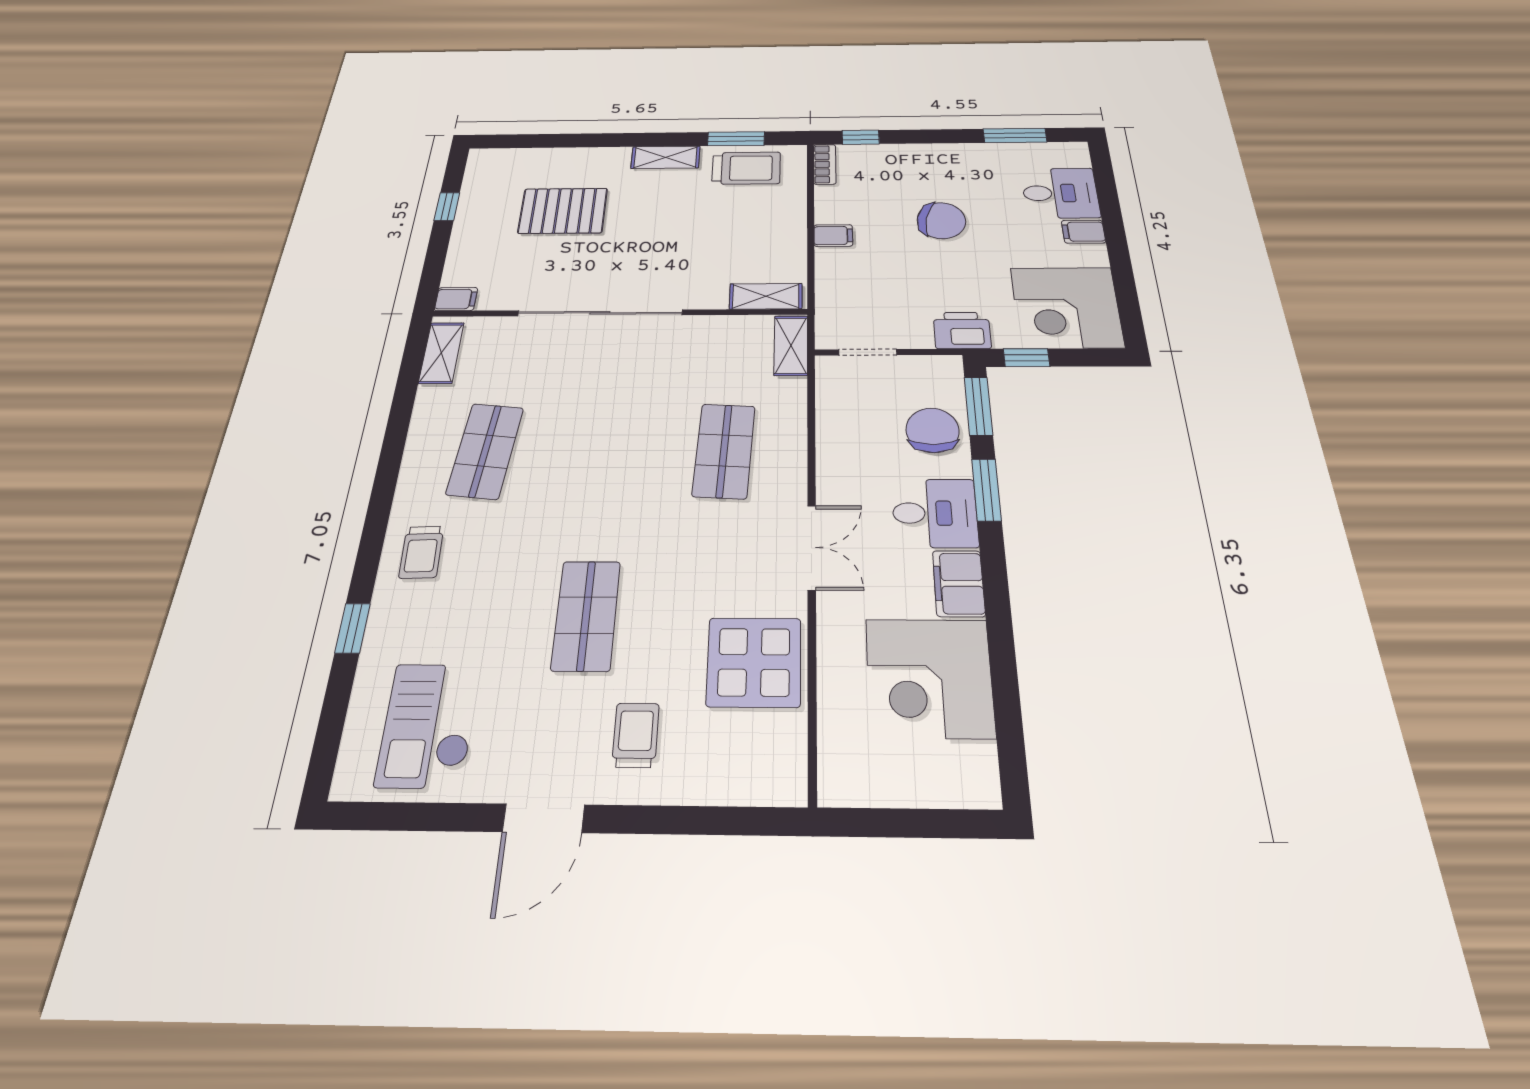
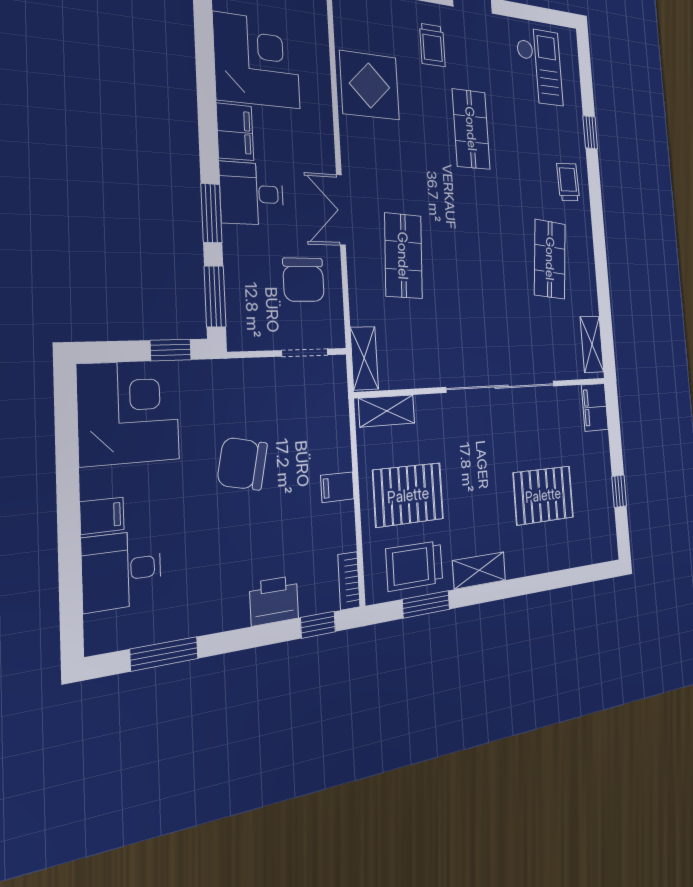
chair: (941, 221) -> (242, 464), moved
pallet: (746, 224) -> (408, 495), added
filing cabinet: (456, 299) -> (595, 407), width x2.00
printer: (962, 330) -> (274, 601), moved, turned 180
chair: (933, 430) -> (303, 280), moved
double door: (812, 547) -> (341, 210), moved

